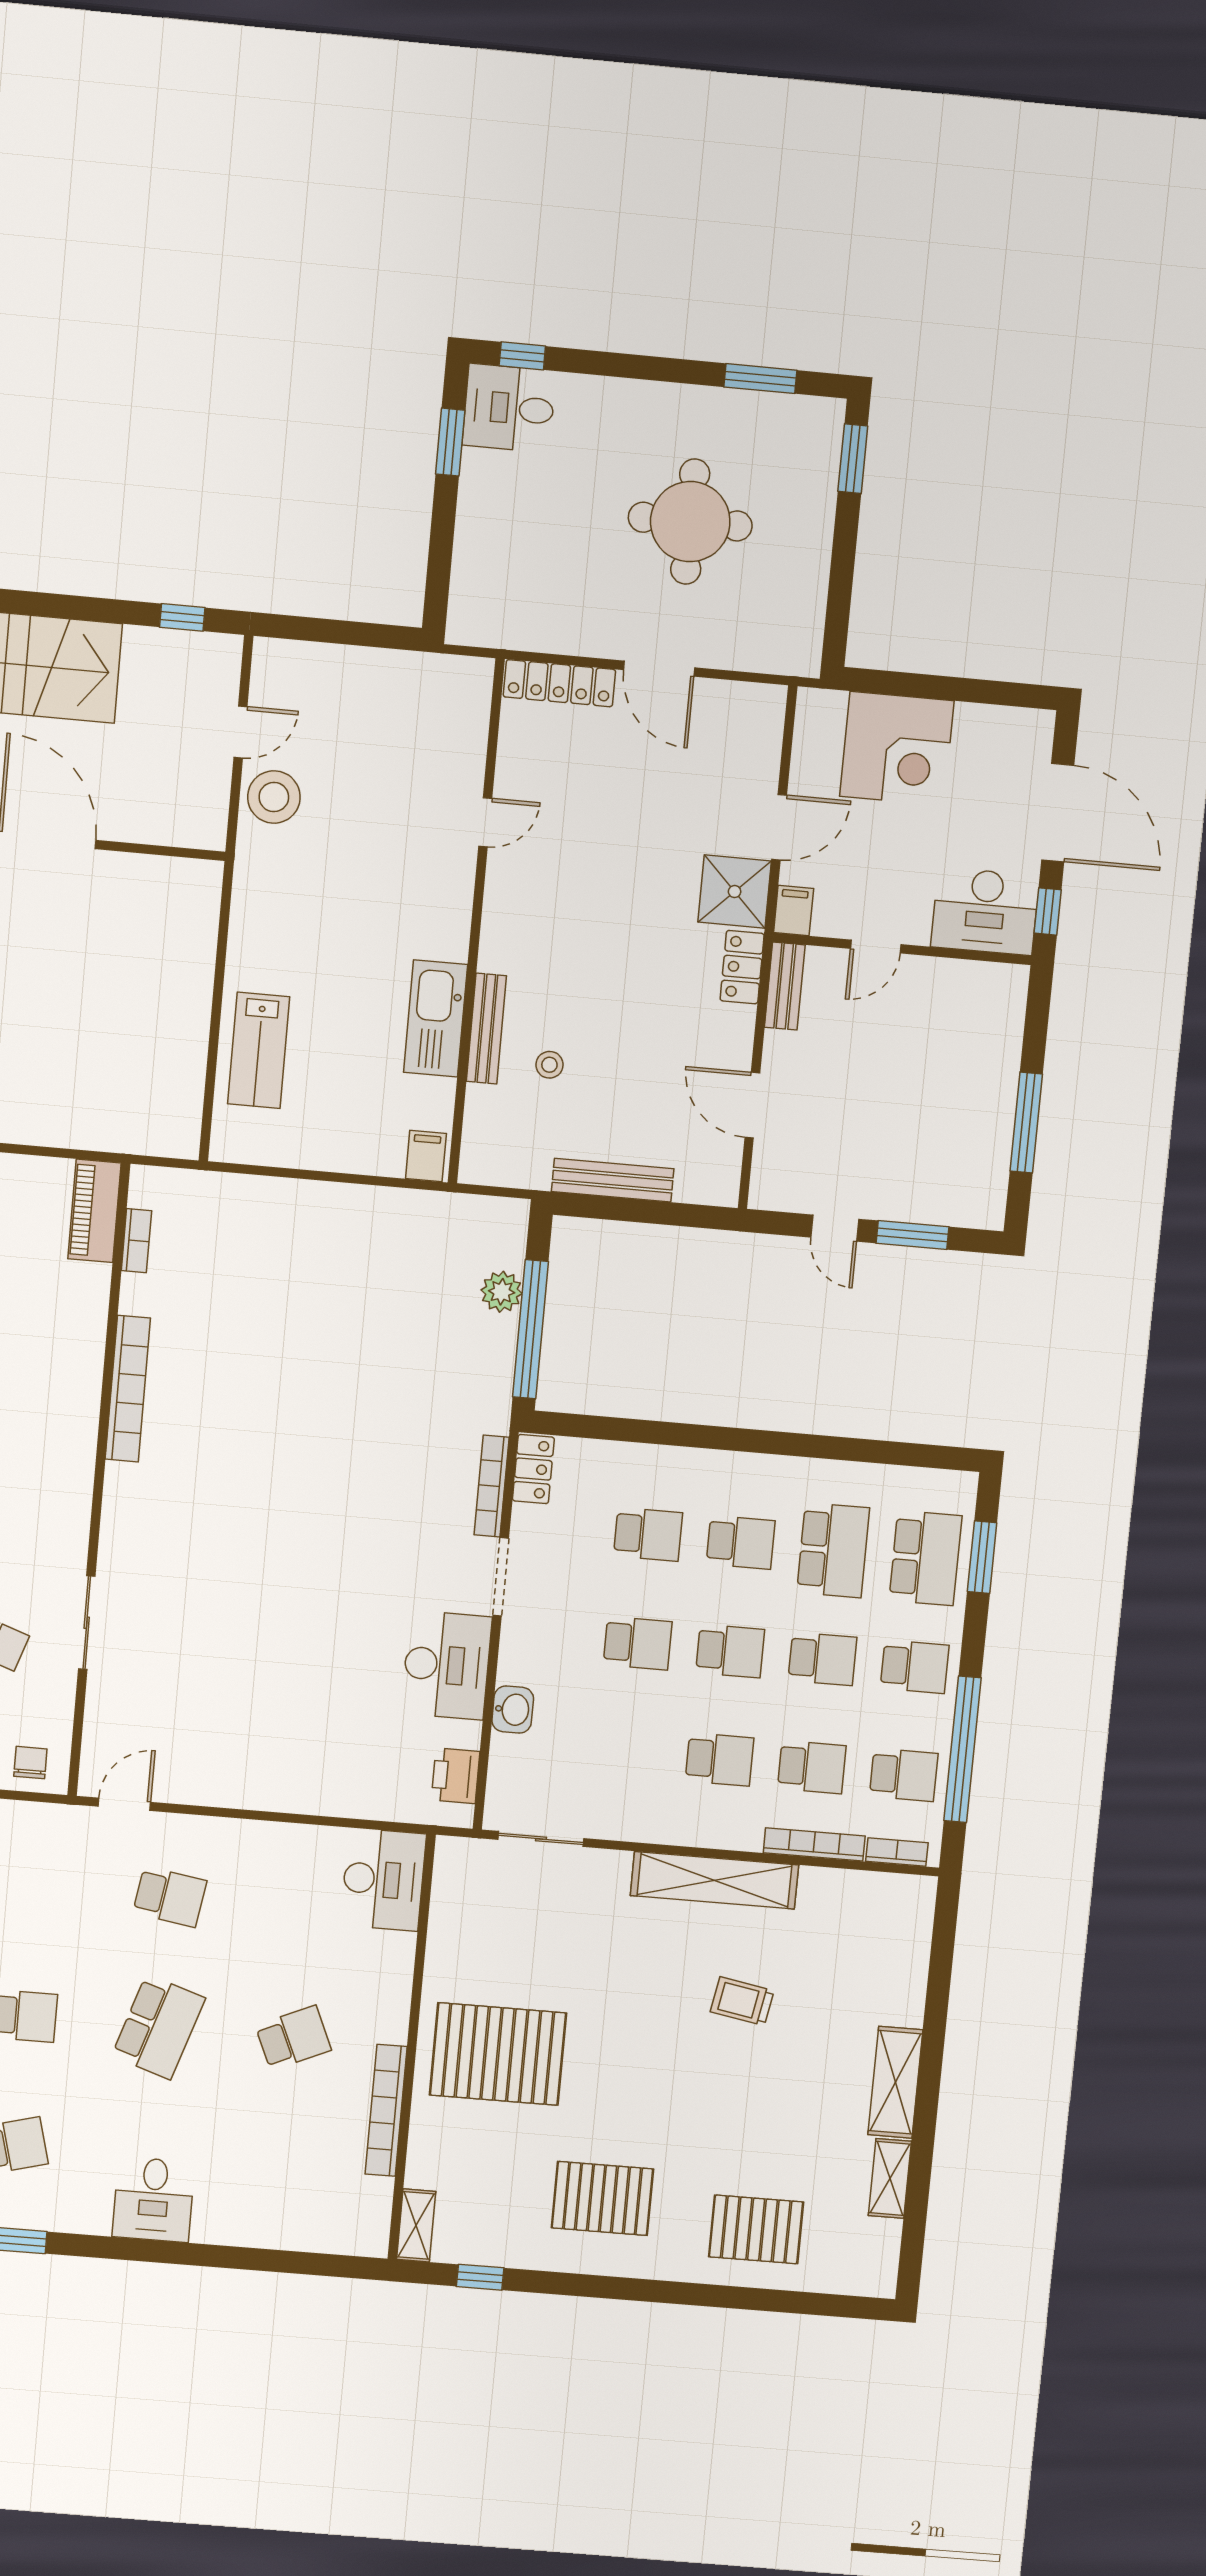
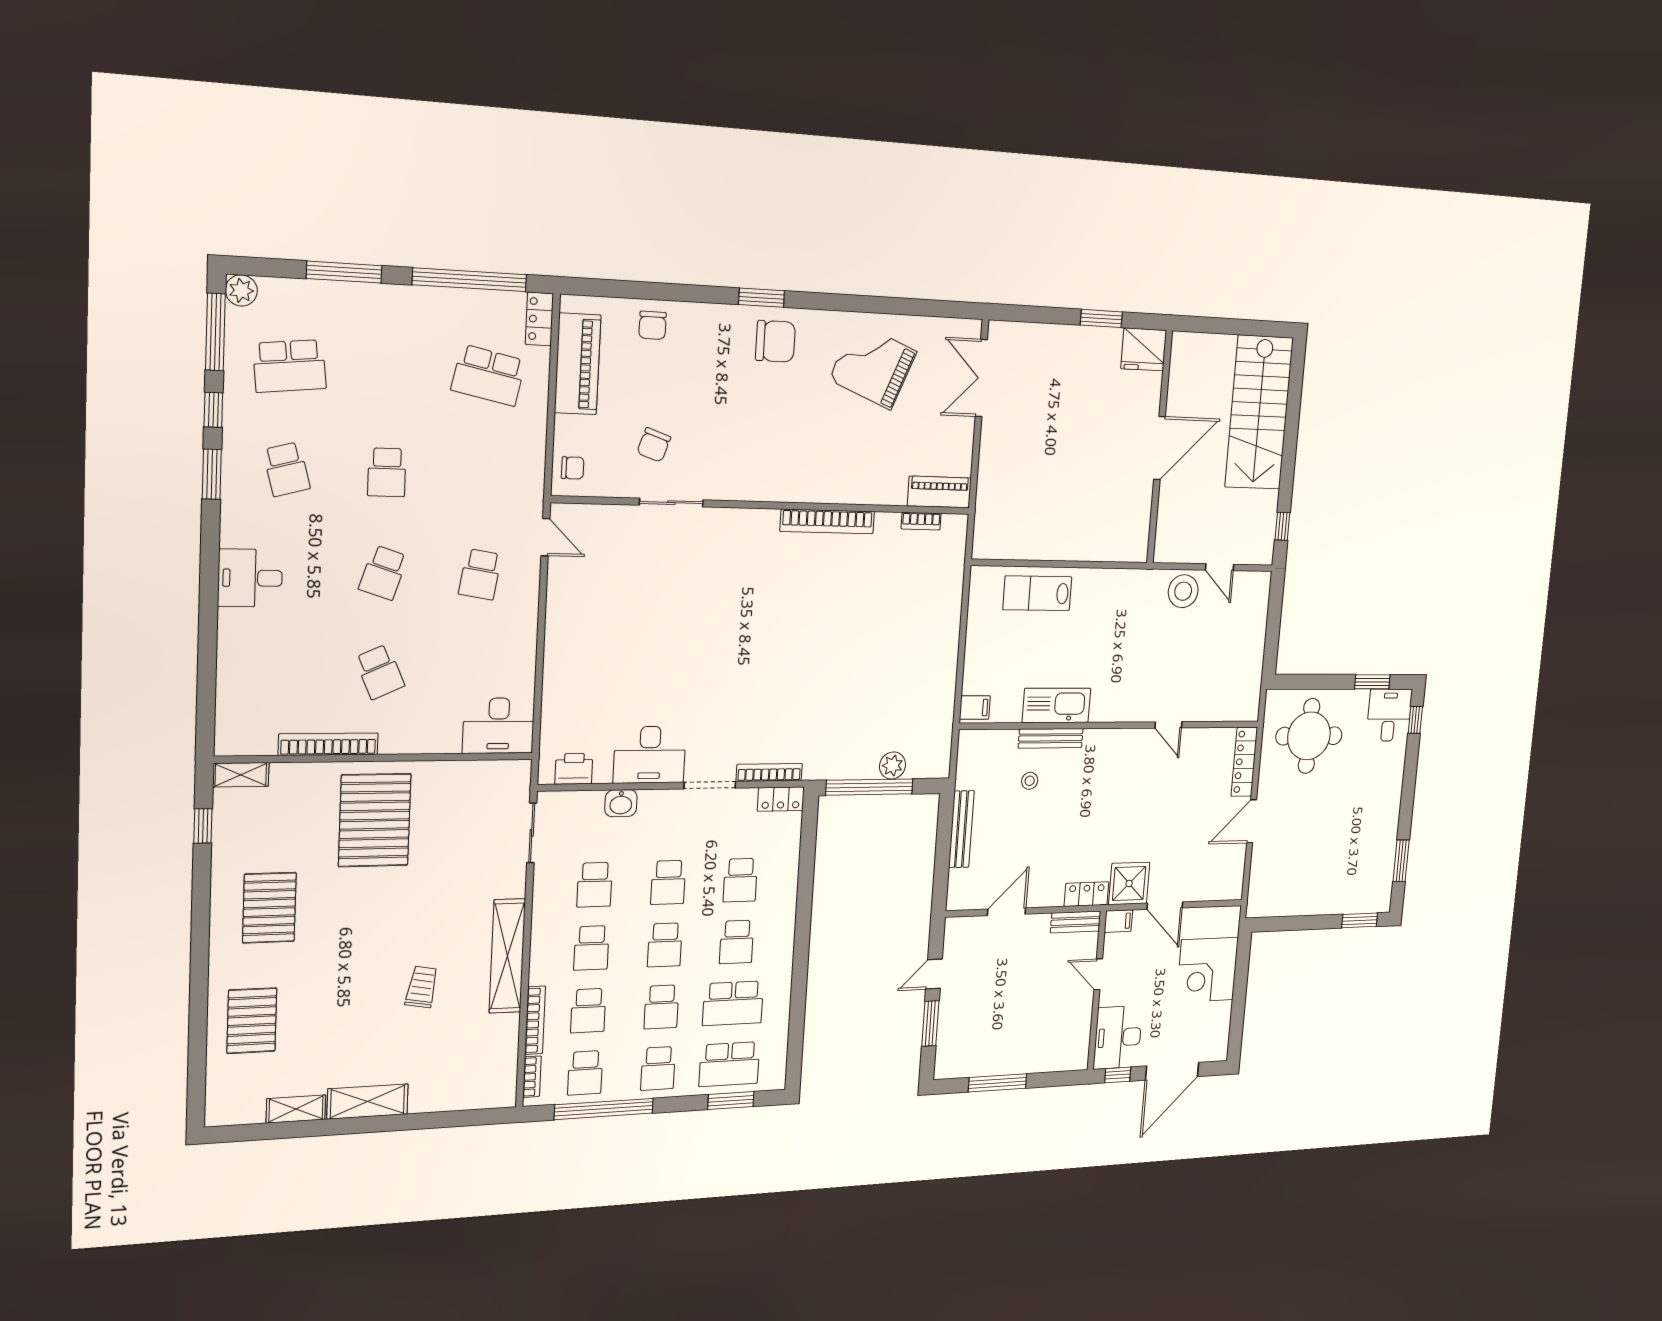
round table: (690, 522) -> (1309, 736), moved
school desk: (627, 1752) -> (595, 885), added
school desk: (158, 2027) -> (383, 573), width x0.54

